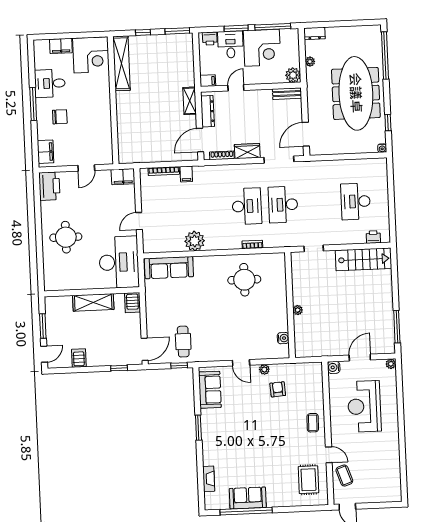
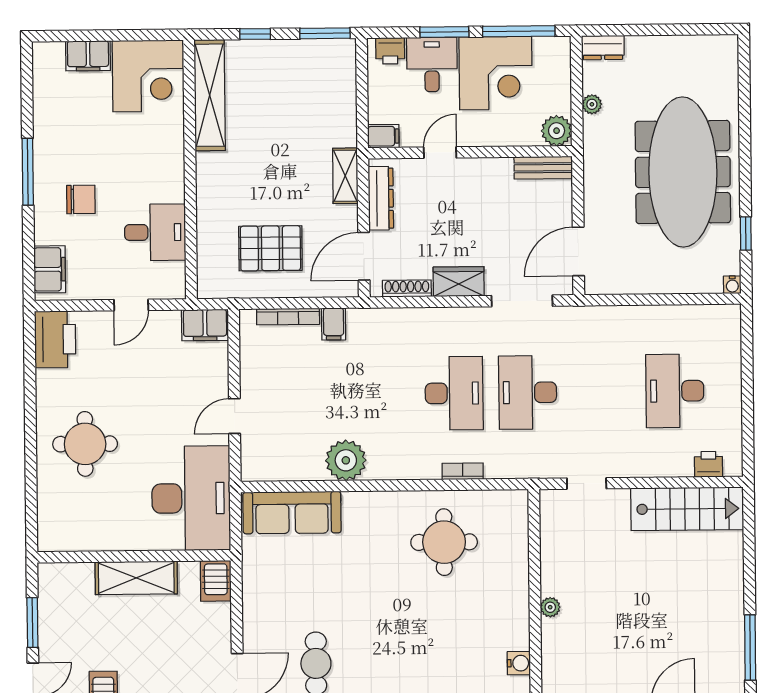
window: (385, 55) -> (744, 97), removed
desk: (50, 83) -> (155, 232), moved, turned 180
pallet: (154, 138) -> (270, 248), added

